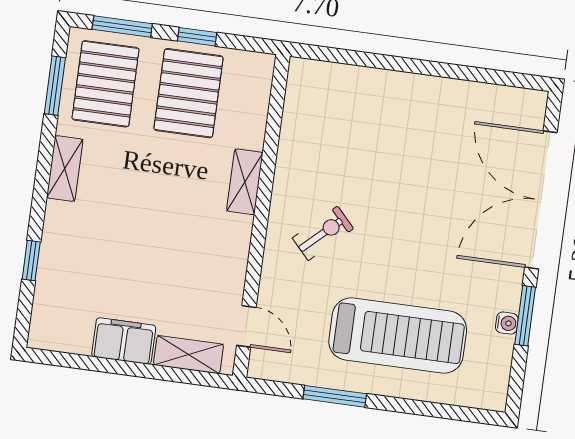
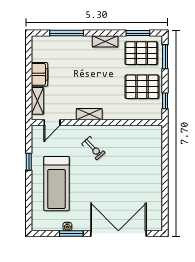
window: (197, 37) -> (165, 101), moved
shelving: (245, 182) -> (89, 114), moved
window: (31, 261) -> (67, 33), width x2.17
window: (335, 396) -> (29, 162), width x0.67

